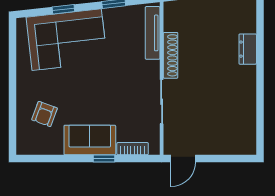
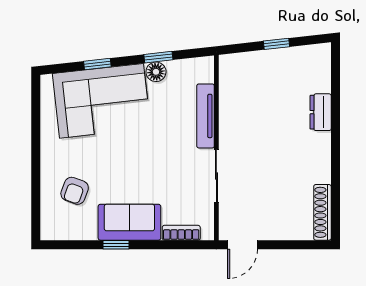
floor lamp: (112, 16) -> (156, 72), added
tv unit: (153, 33) -> (206, 116), moved
shoe rack: (171, 55) -> (322, 212), moved, turned 180
window: (104, 158) -> (116, 245), moved

